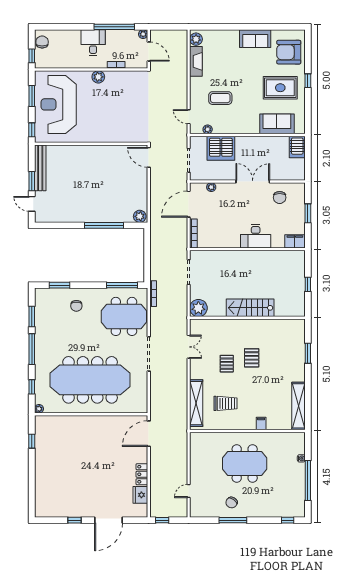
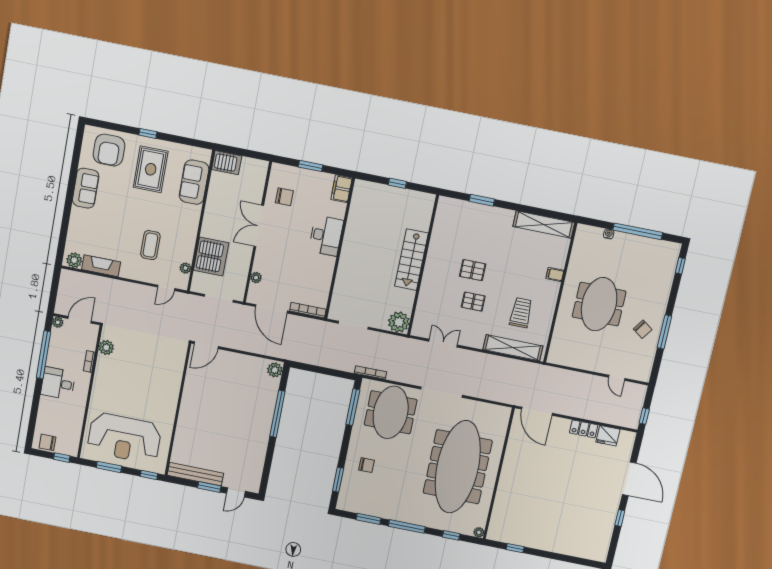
plant: (98, 77) -> (106, 348), moved

